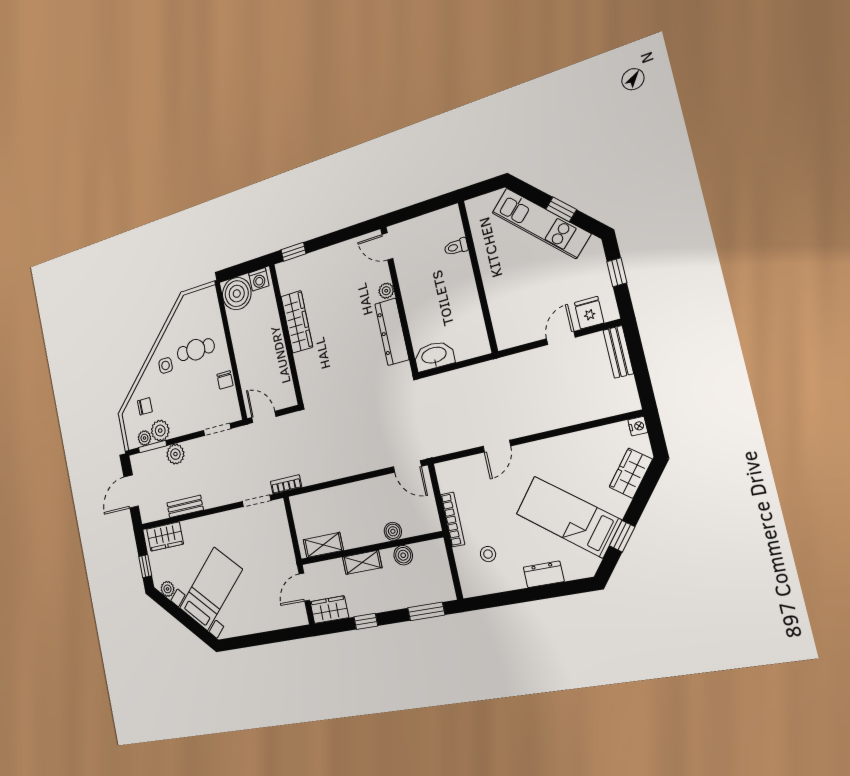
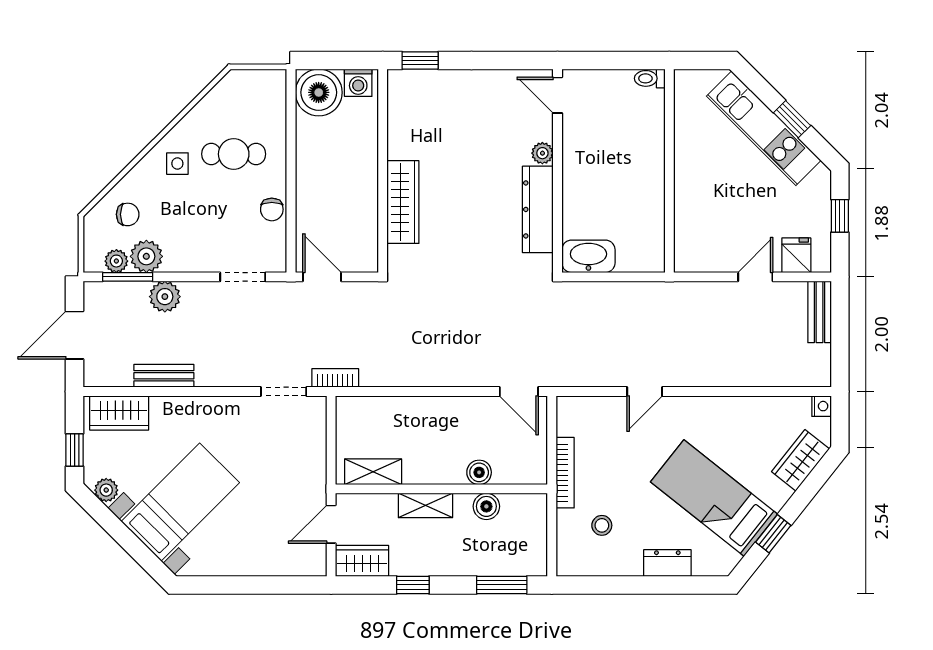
toilet: (456, 247) -> (650, 78), moved
wardrobe: (297, 322) -> (403, 202), moved

